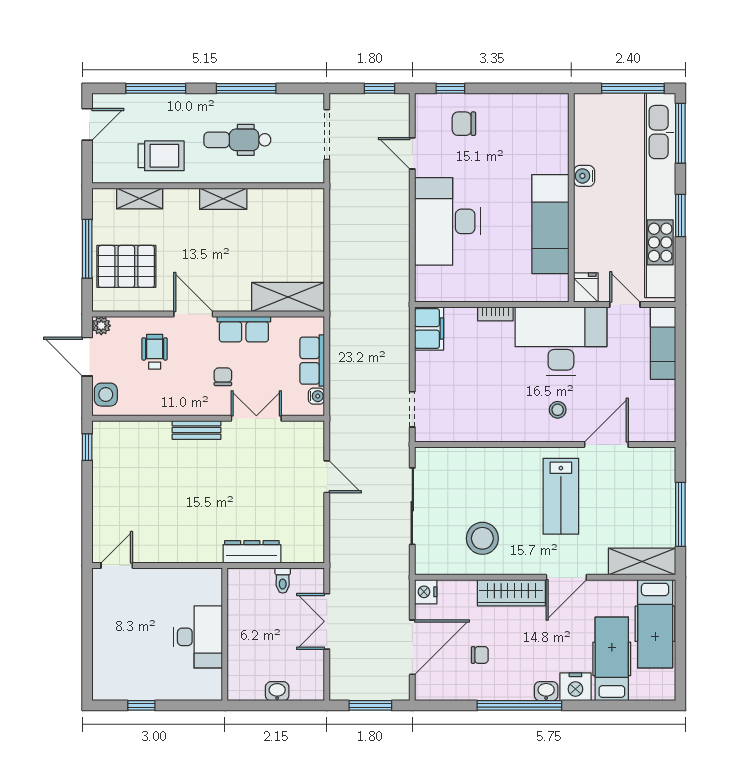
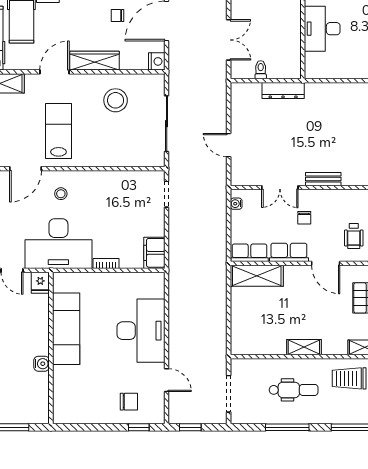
row of seats: (312, 361) -> (250, 253), moved, turned -90

